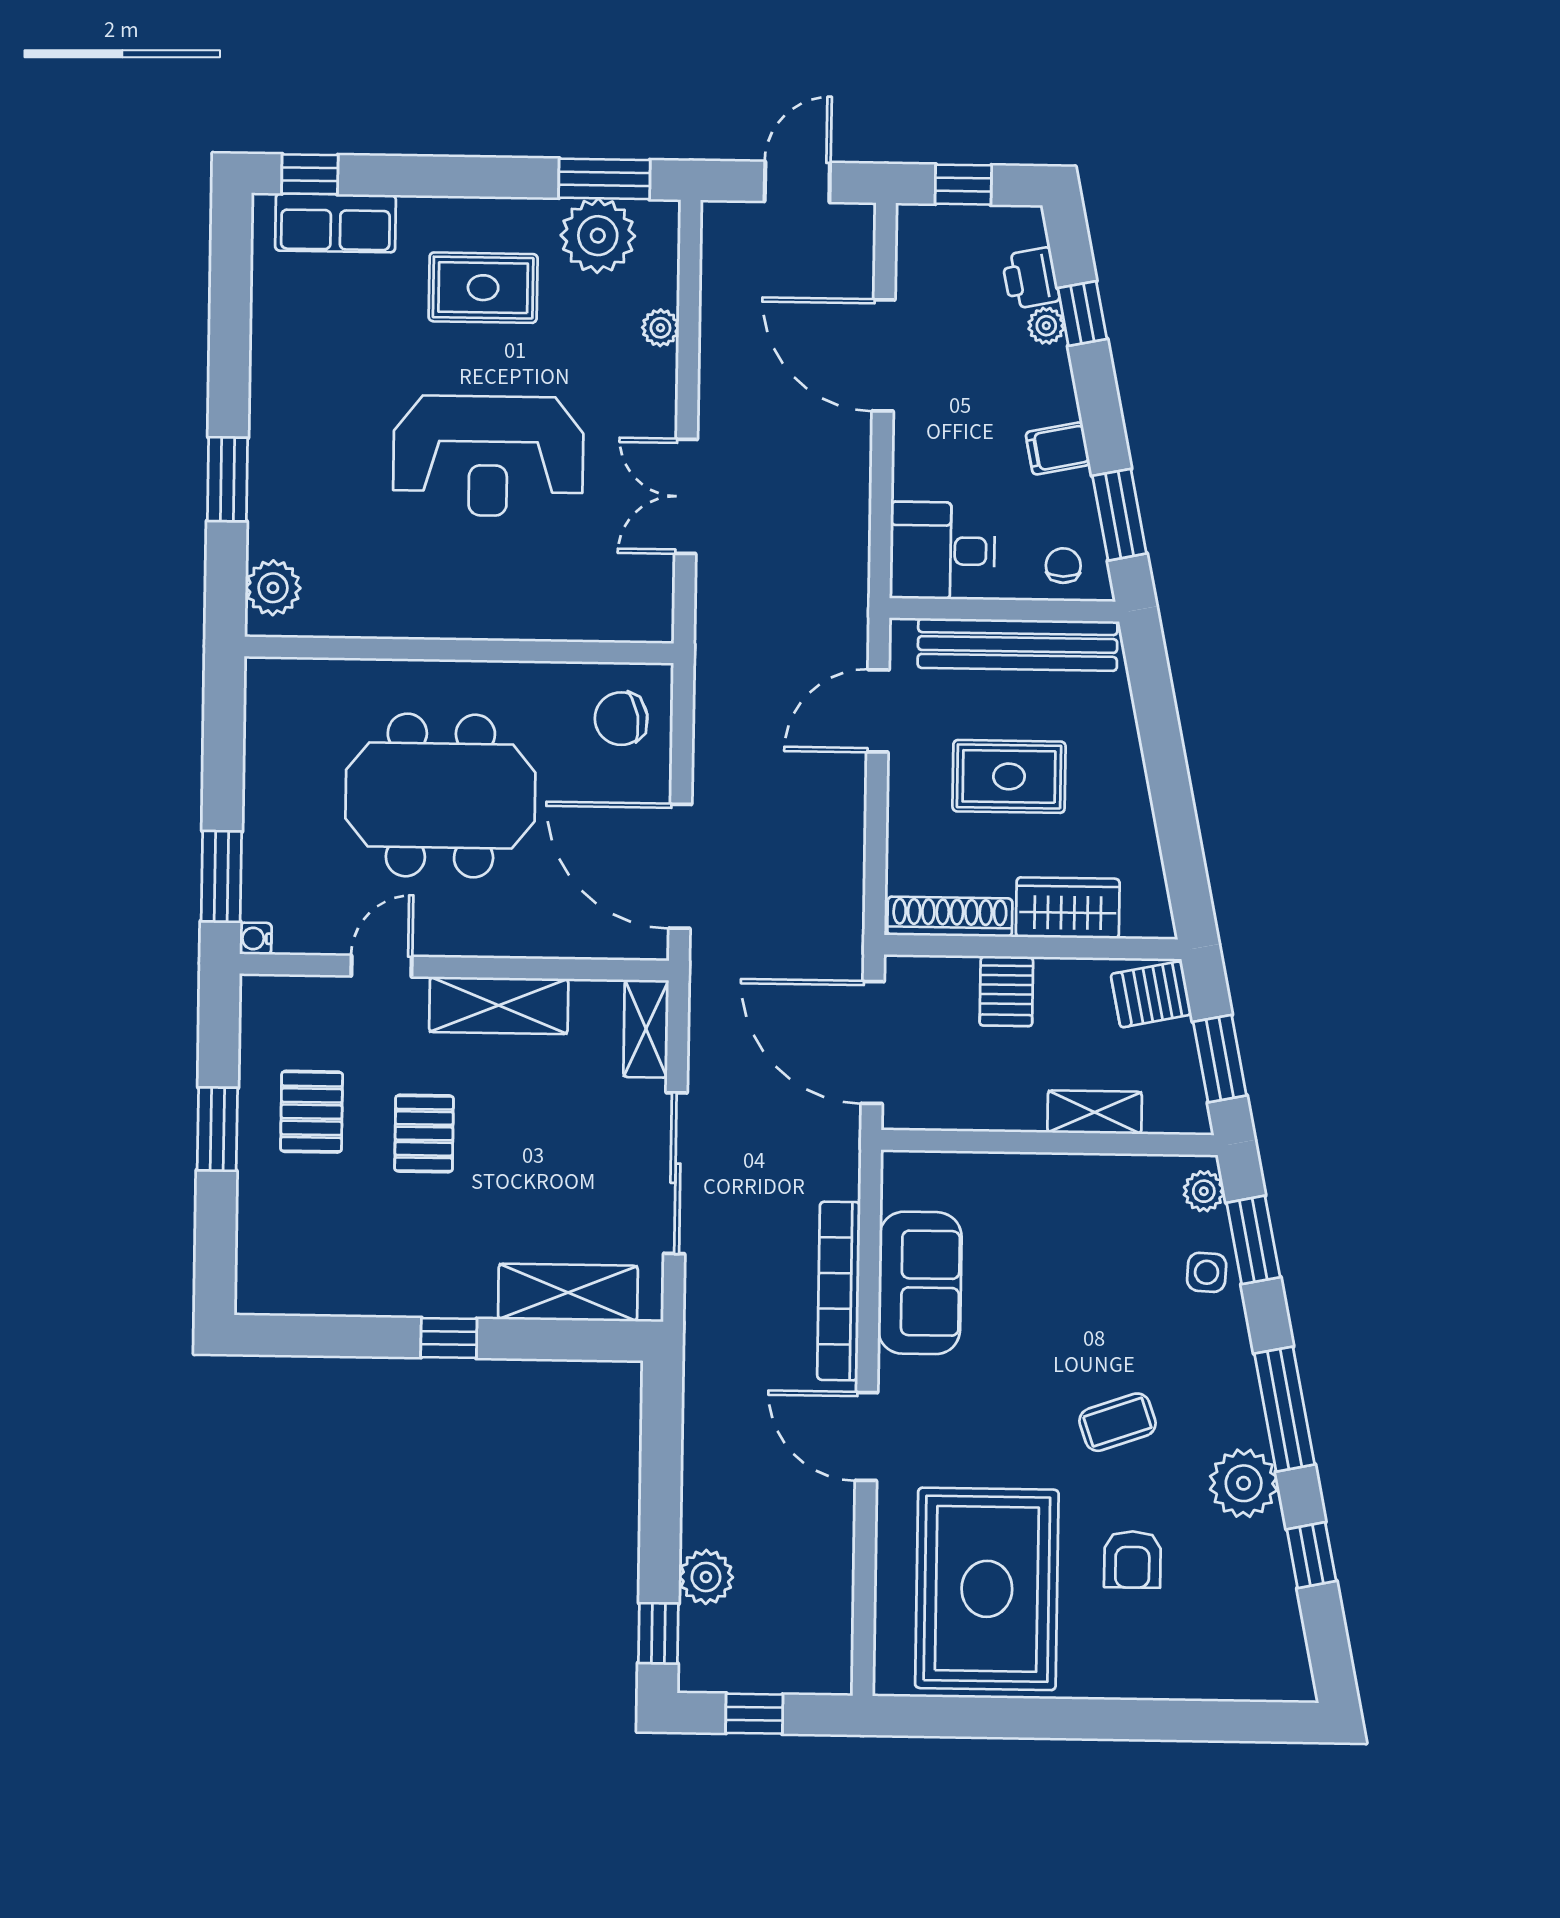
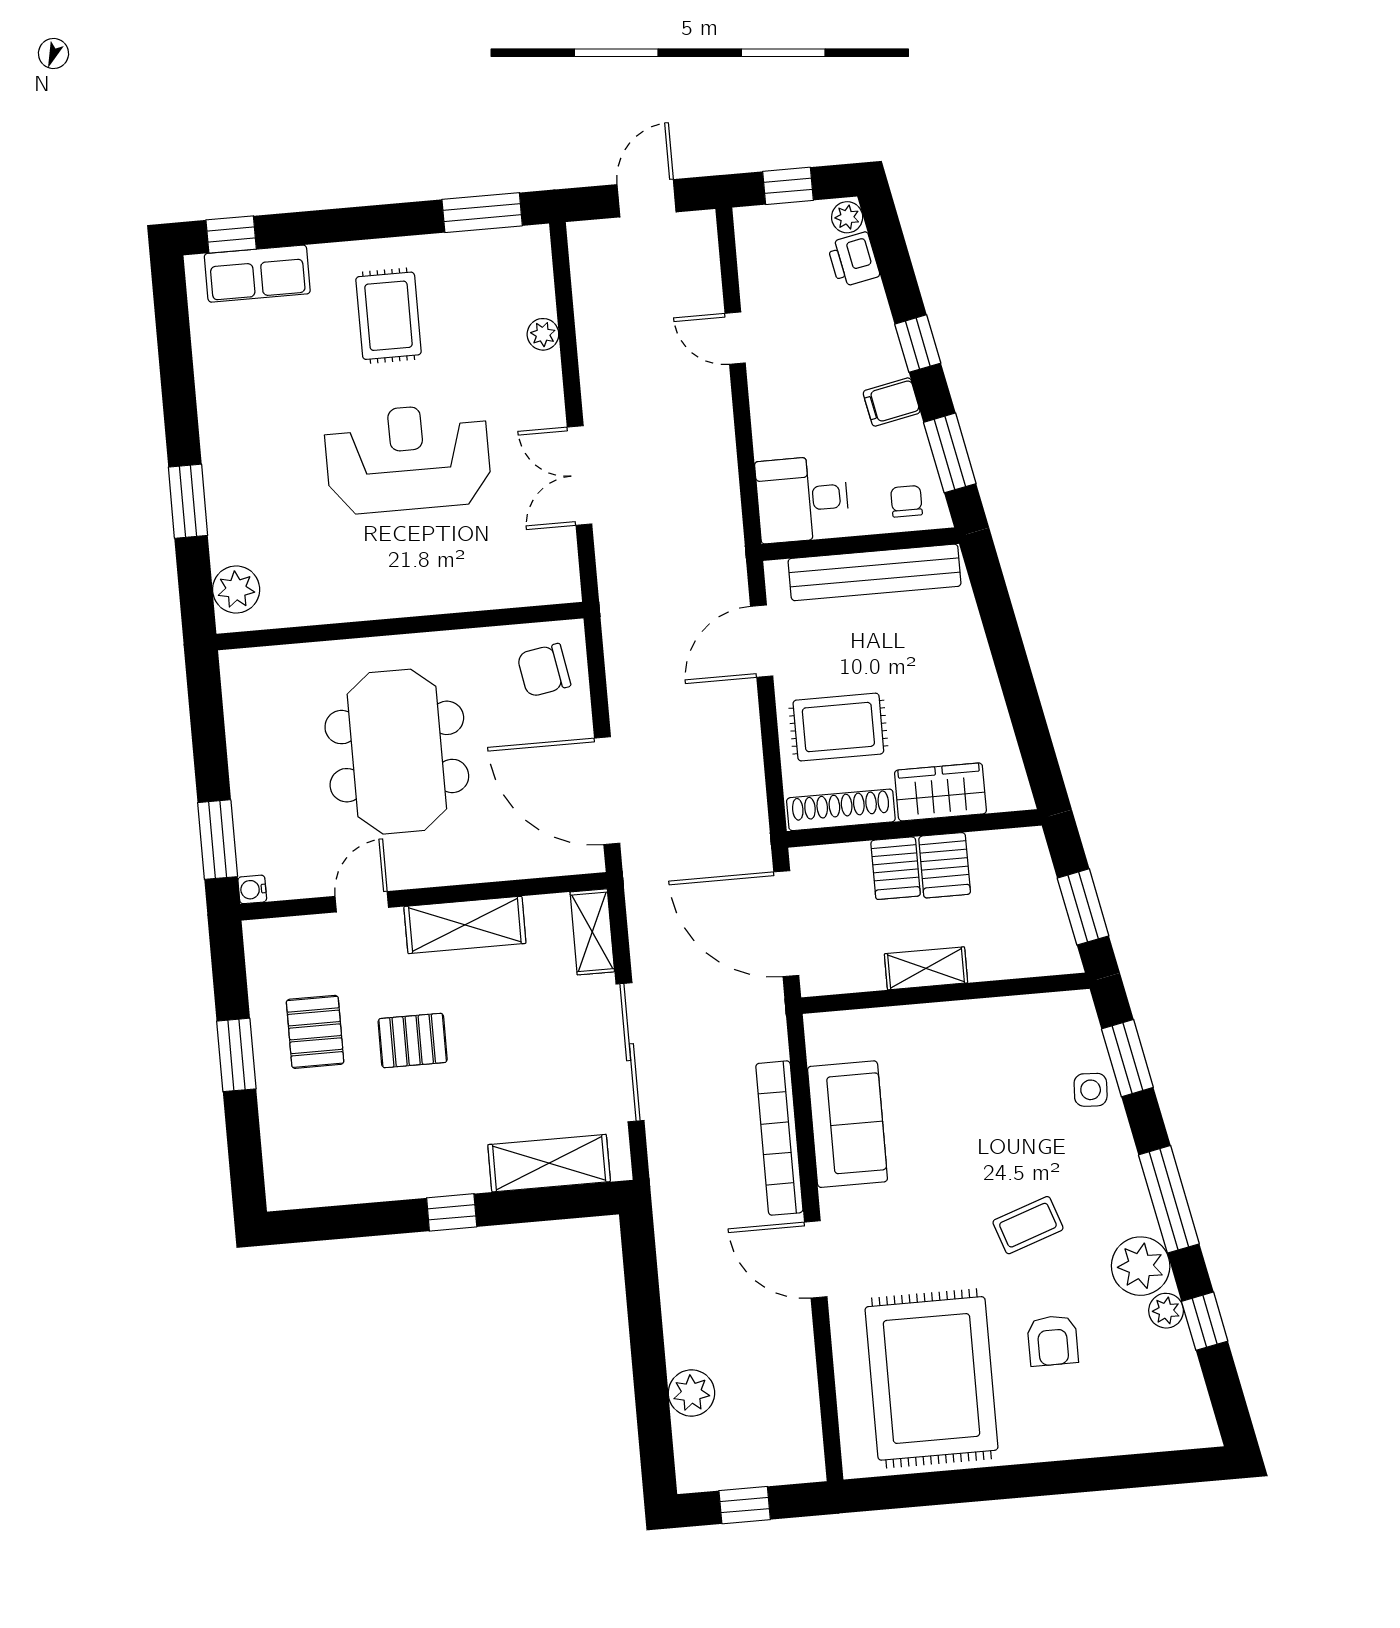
plant: (598, 236) -> (482, 261), removed
rug: (483, 288) -> (389, 316), turned 90
window: (1082, 314) -> (918, 344), moved
plant: (1046, 326) -> (847, 217), moved
door: (883, 355) -> (735, 338), width x0.53
reception desk: (488, 456) -> (408, 458), turned 180
rug: (1009, 776) -> (838, 727), moved
meeting table: (440, 795) -> (397, 752), turned 90
server rack: (1151, 994) -> (945, 865), moved, turned -79
shelving: (1095, 1112) -> (926, 968), moved
pallet: (424, 1133) -> (413, 1041), turned 90
plant: (1204, 1191) -> (1166, 1311), moved
window: (658, 1633) -> (656, 1445), removed

